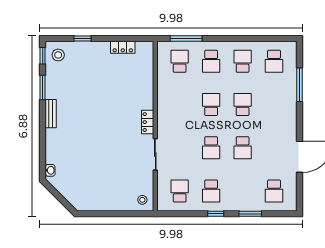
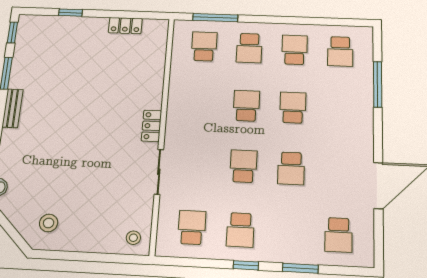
stool: (58, 55) -> (49, 223), moved
school desk: (211, 148) -> (243, 166), turned 180

